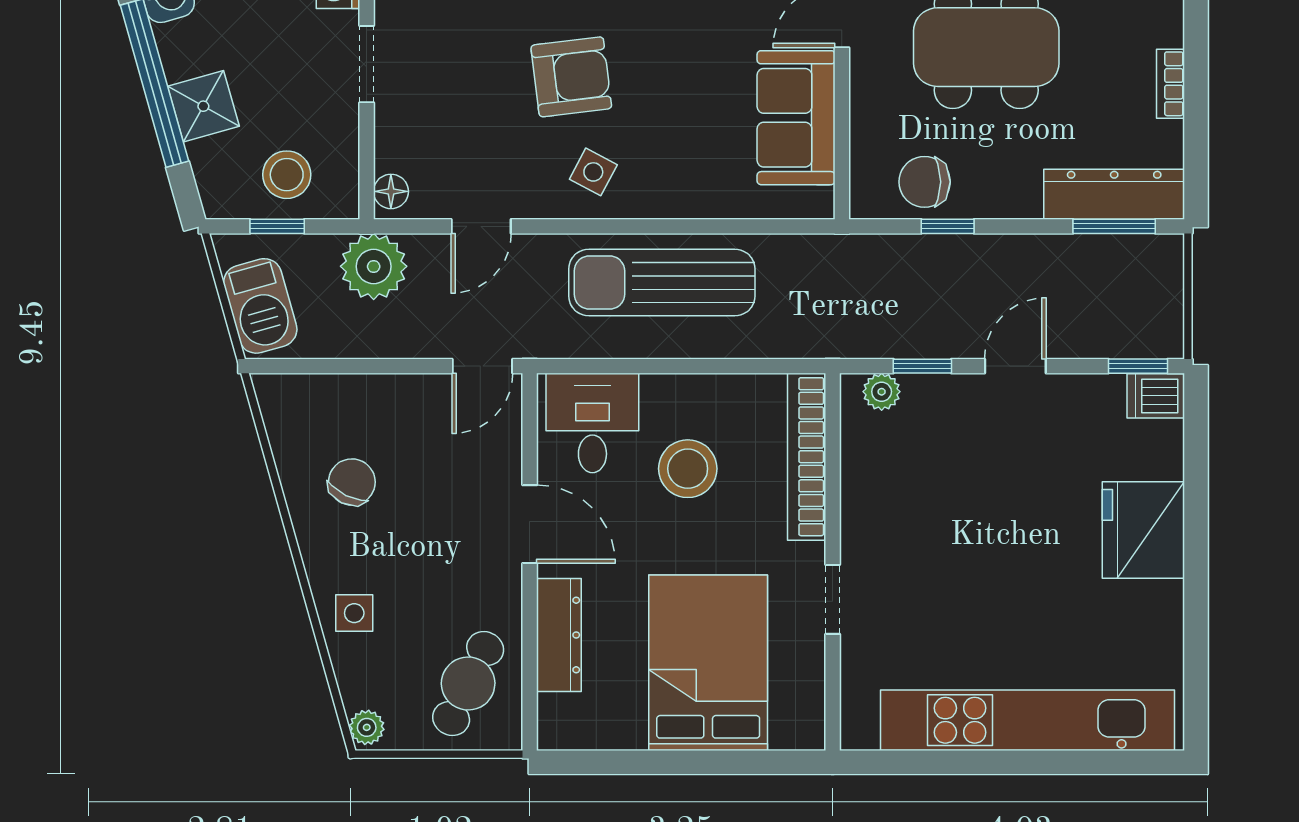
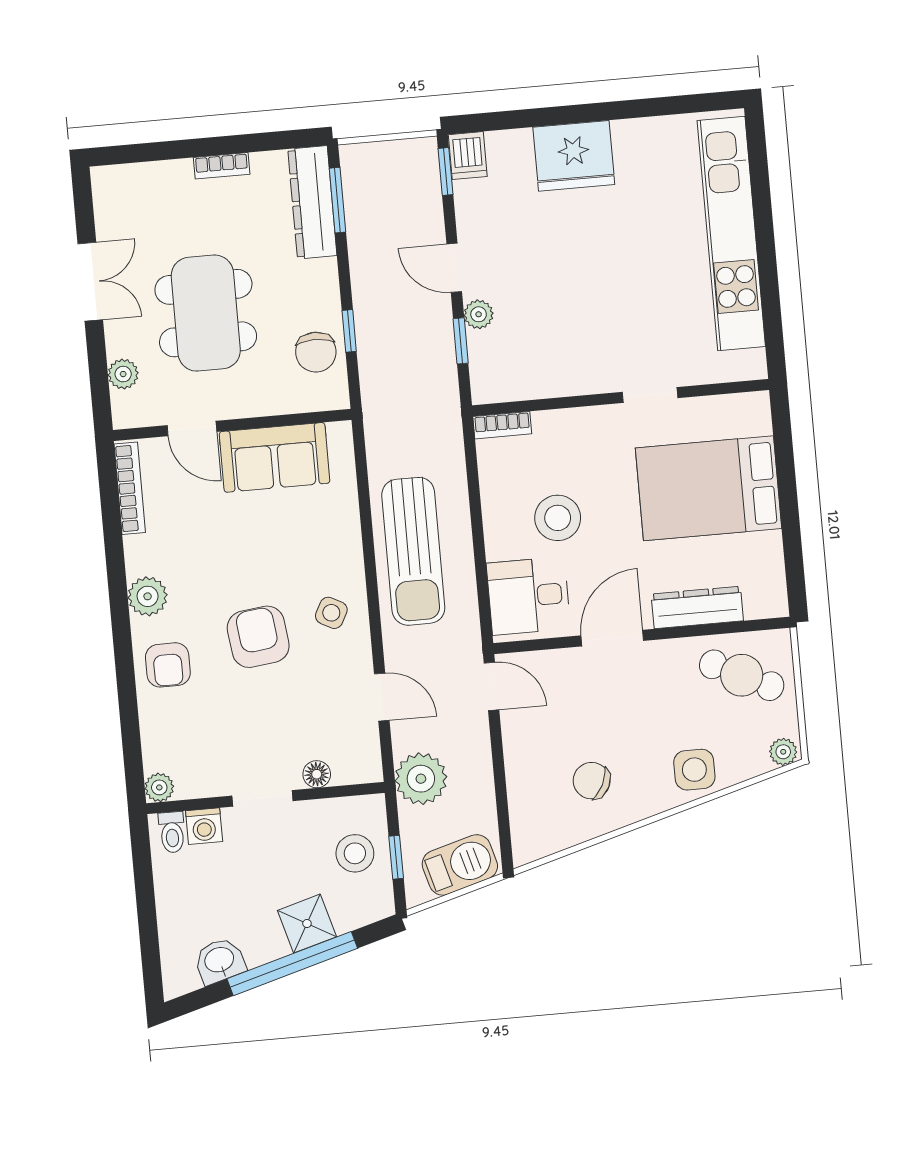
floor lamp: (391, 191) -> (317, 774), moved
plant: (882, 392) -> (479, 314), moved
bookcase: (807, 457) -> (502, 425), width x0.43, depth x0.76
side table: (354, 613) -> (694, 770), width x1.37, depth x1.37

